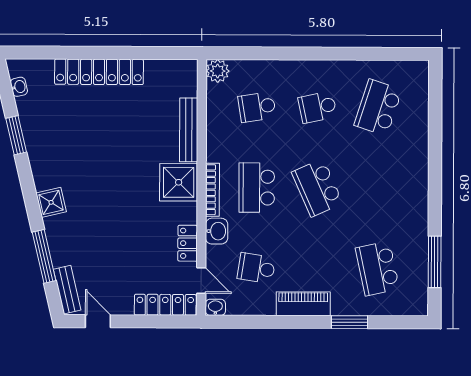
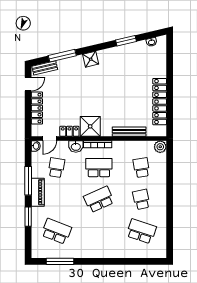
locker: (99, 72) -> (160, 102), moved
shower: (179, 182) -> (90, 126), moved
school desk: (377, 269) -> (56, 231), turned 33
locker: (165, 305) -> (37, 108), moved
window: (281, 322) -> (28, 181), added

